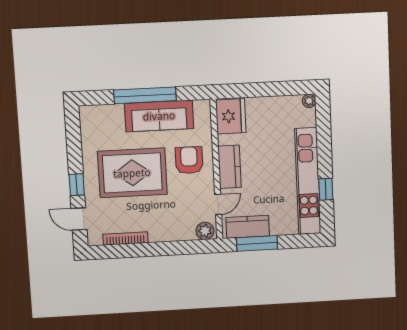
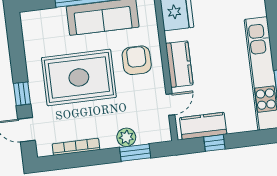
plant: (205, 231) -> (126, 137), moved
window: (257, 243) -> (214, 143), width x0.46
window: (181, 248) -> (135, 153), added

